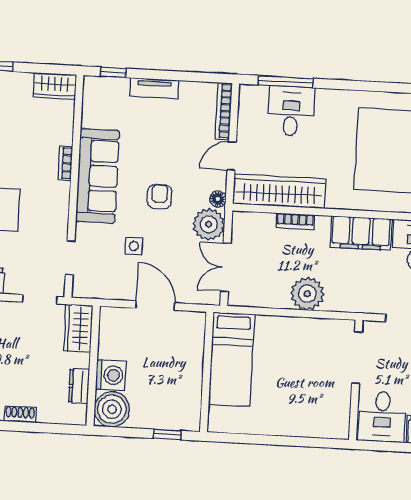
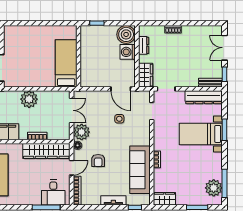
desk: (291, 111) -> (53, 192), moved
sofa: (98, 176) -> (140, 170), moved
armchair: (160, 197) -> (98, 161), moved
door: (155, 306) -> (121, 89), moved

